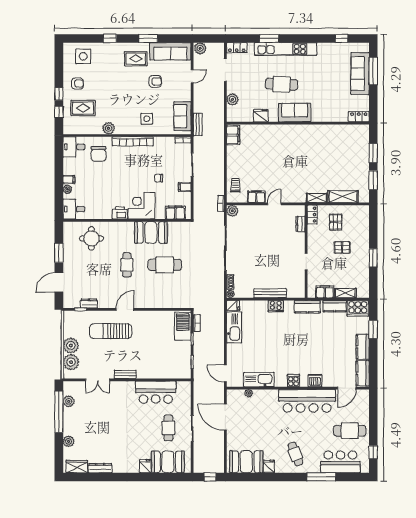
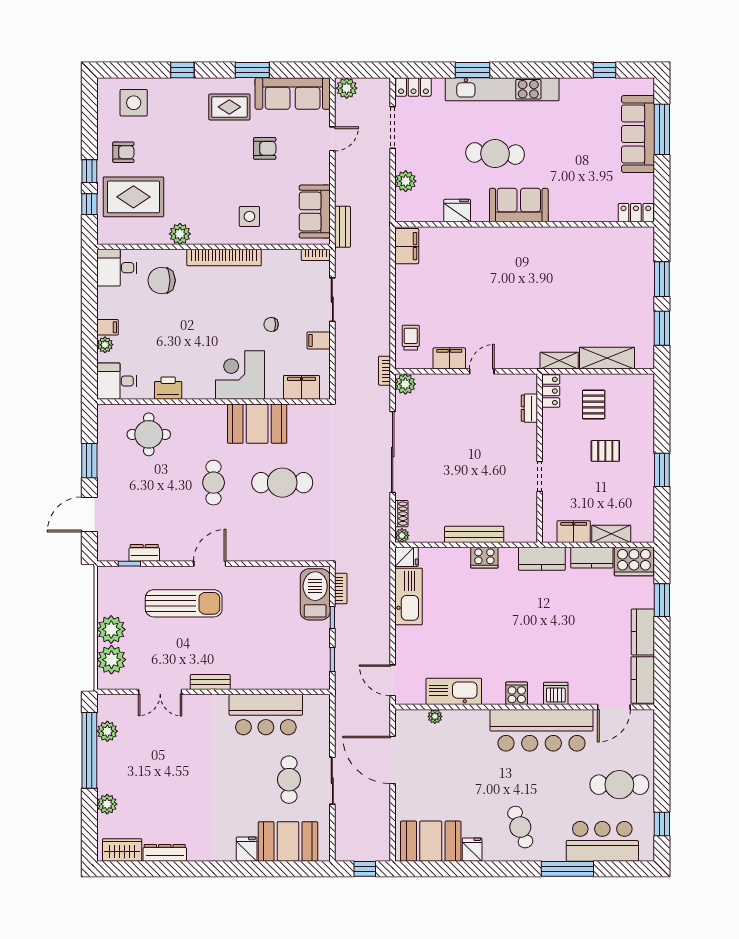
rug: (83, 108) -> (133, 197), width x1.36, depth x1.43
chair: (99, 154) -> (162, 280), turned 90
printer: (120, 213) -> (168, 388), moved
sun lounger: (111, 331) -> (184, 603), turned 180

